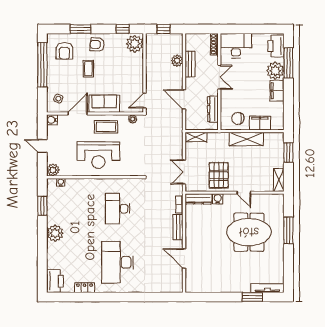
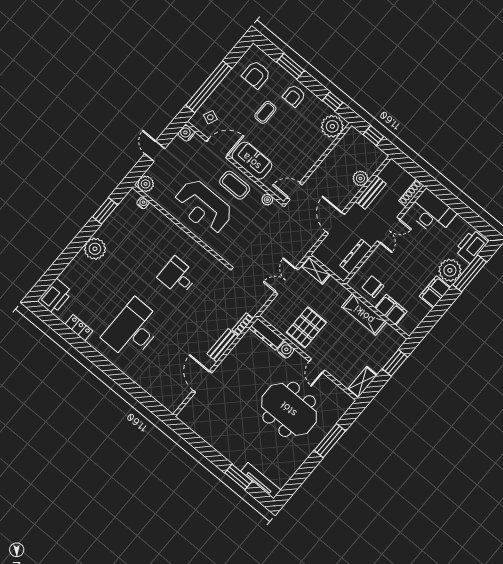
armchair: (97, 45) -> (294, 96), turned -95
window: (42, 65) -> (209, 87), moved
double door: (184, 172) -> (287, 281), moved
desk: (118, 209) -> (178, 276), width x0.73

